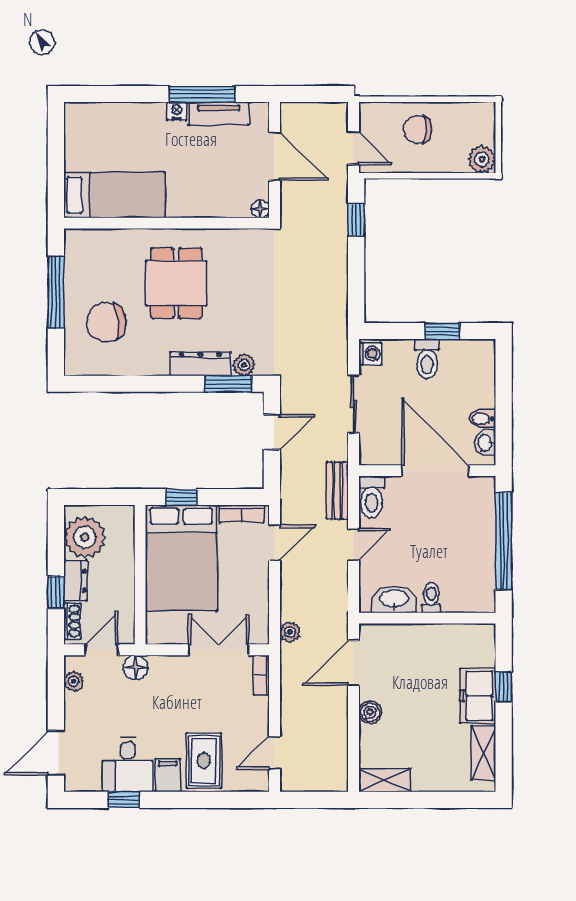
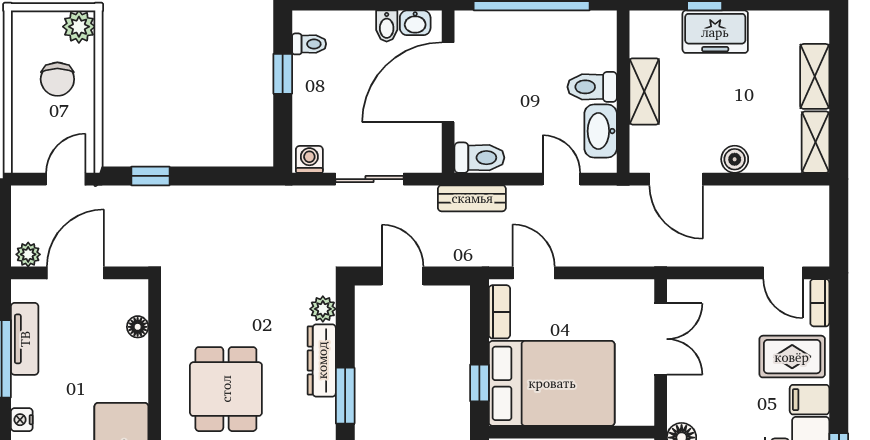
nightstand: (177, 111) -> (22, 420), moved
chair: (417, 130) -> (57, 79), moved
floor lamp: (260, 209) -> (138, 327), moved
dining table: (176, 283) -> (226, 389), turned 90
toilet: (427, 359) -> (309, 44), moved, width x0.73, depth x0.72
window: (228, 384) -> (345, 396), moved
door: (353, 545) -> (561, 179), moved
toilet: (431, 598) -> (592, 87), width x1.37, depth x1.39
plant: (290, 632) -> (28, 254), moved
shelving: (427, 636) -> (644, 91), added
double door: (219, 650) -> (661, 339), swing flipped
bookcase: (261, 675) -> (820, 303), moved, turned 90
shelving: (483, 753) -> (815, 76), moved, turned 90

